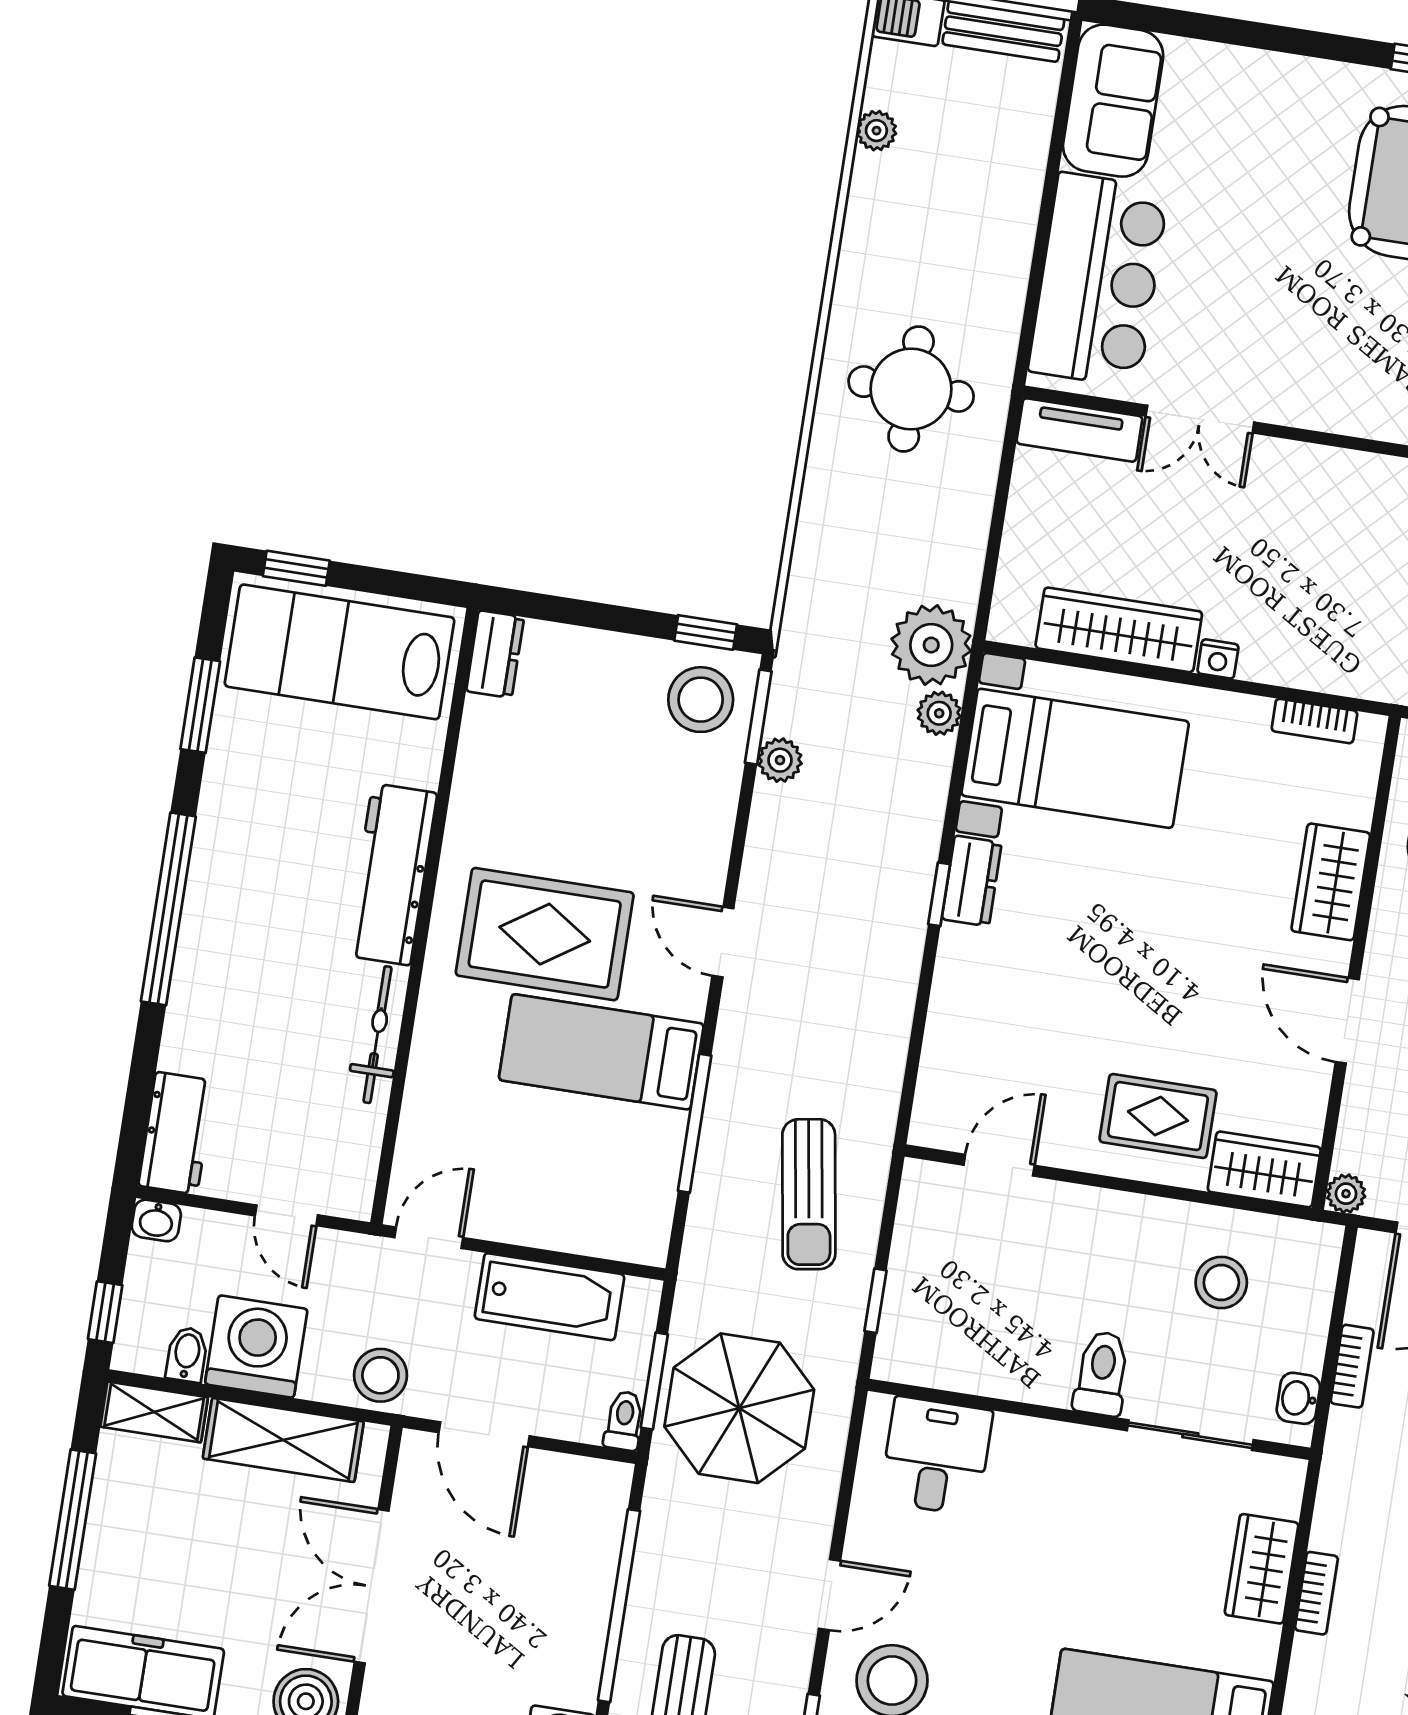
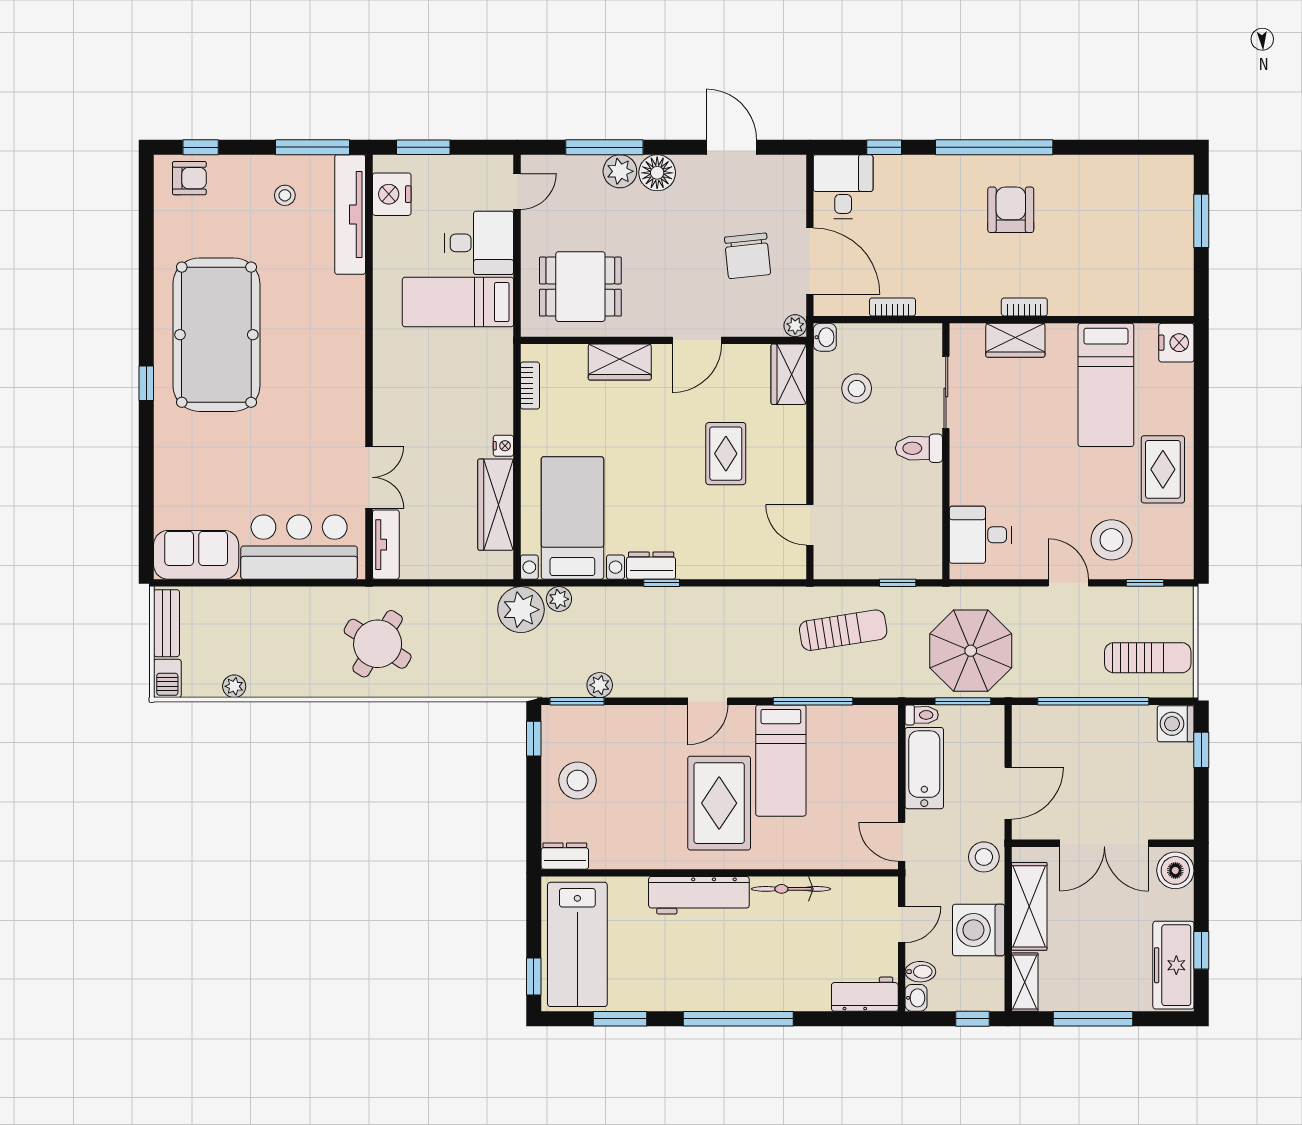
round table: (911, 389) -> (378, 644), turned 32
stool: (701, 700) -> (578, 780), moved
rug: (1158, 1116) -> (726, 454), moved
bidet: (187, 1354) -> (920, 972), moved, turned 180
washbasin: (1298, 1398) -> (825, 337), moved, turned -90
toilet: (624, 1421) -> (922, 715), moved, turned 180

